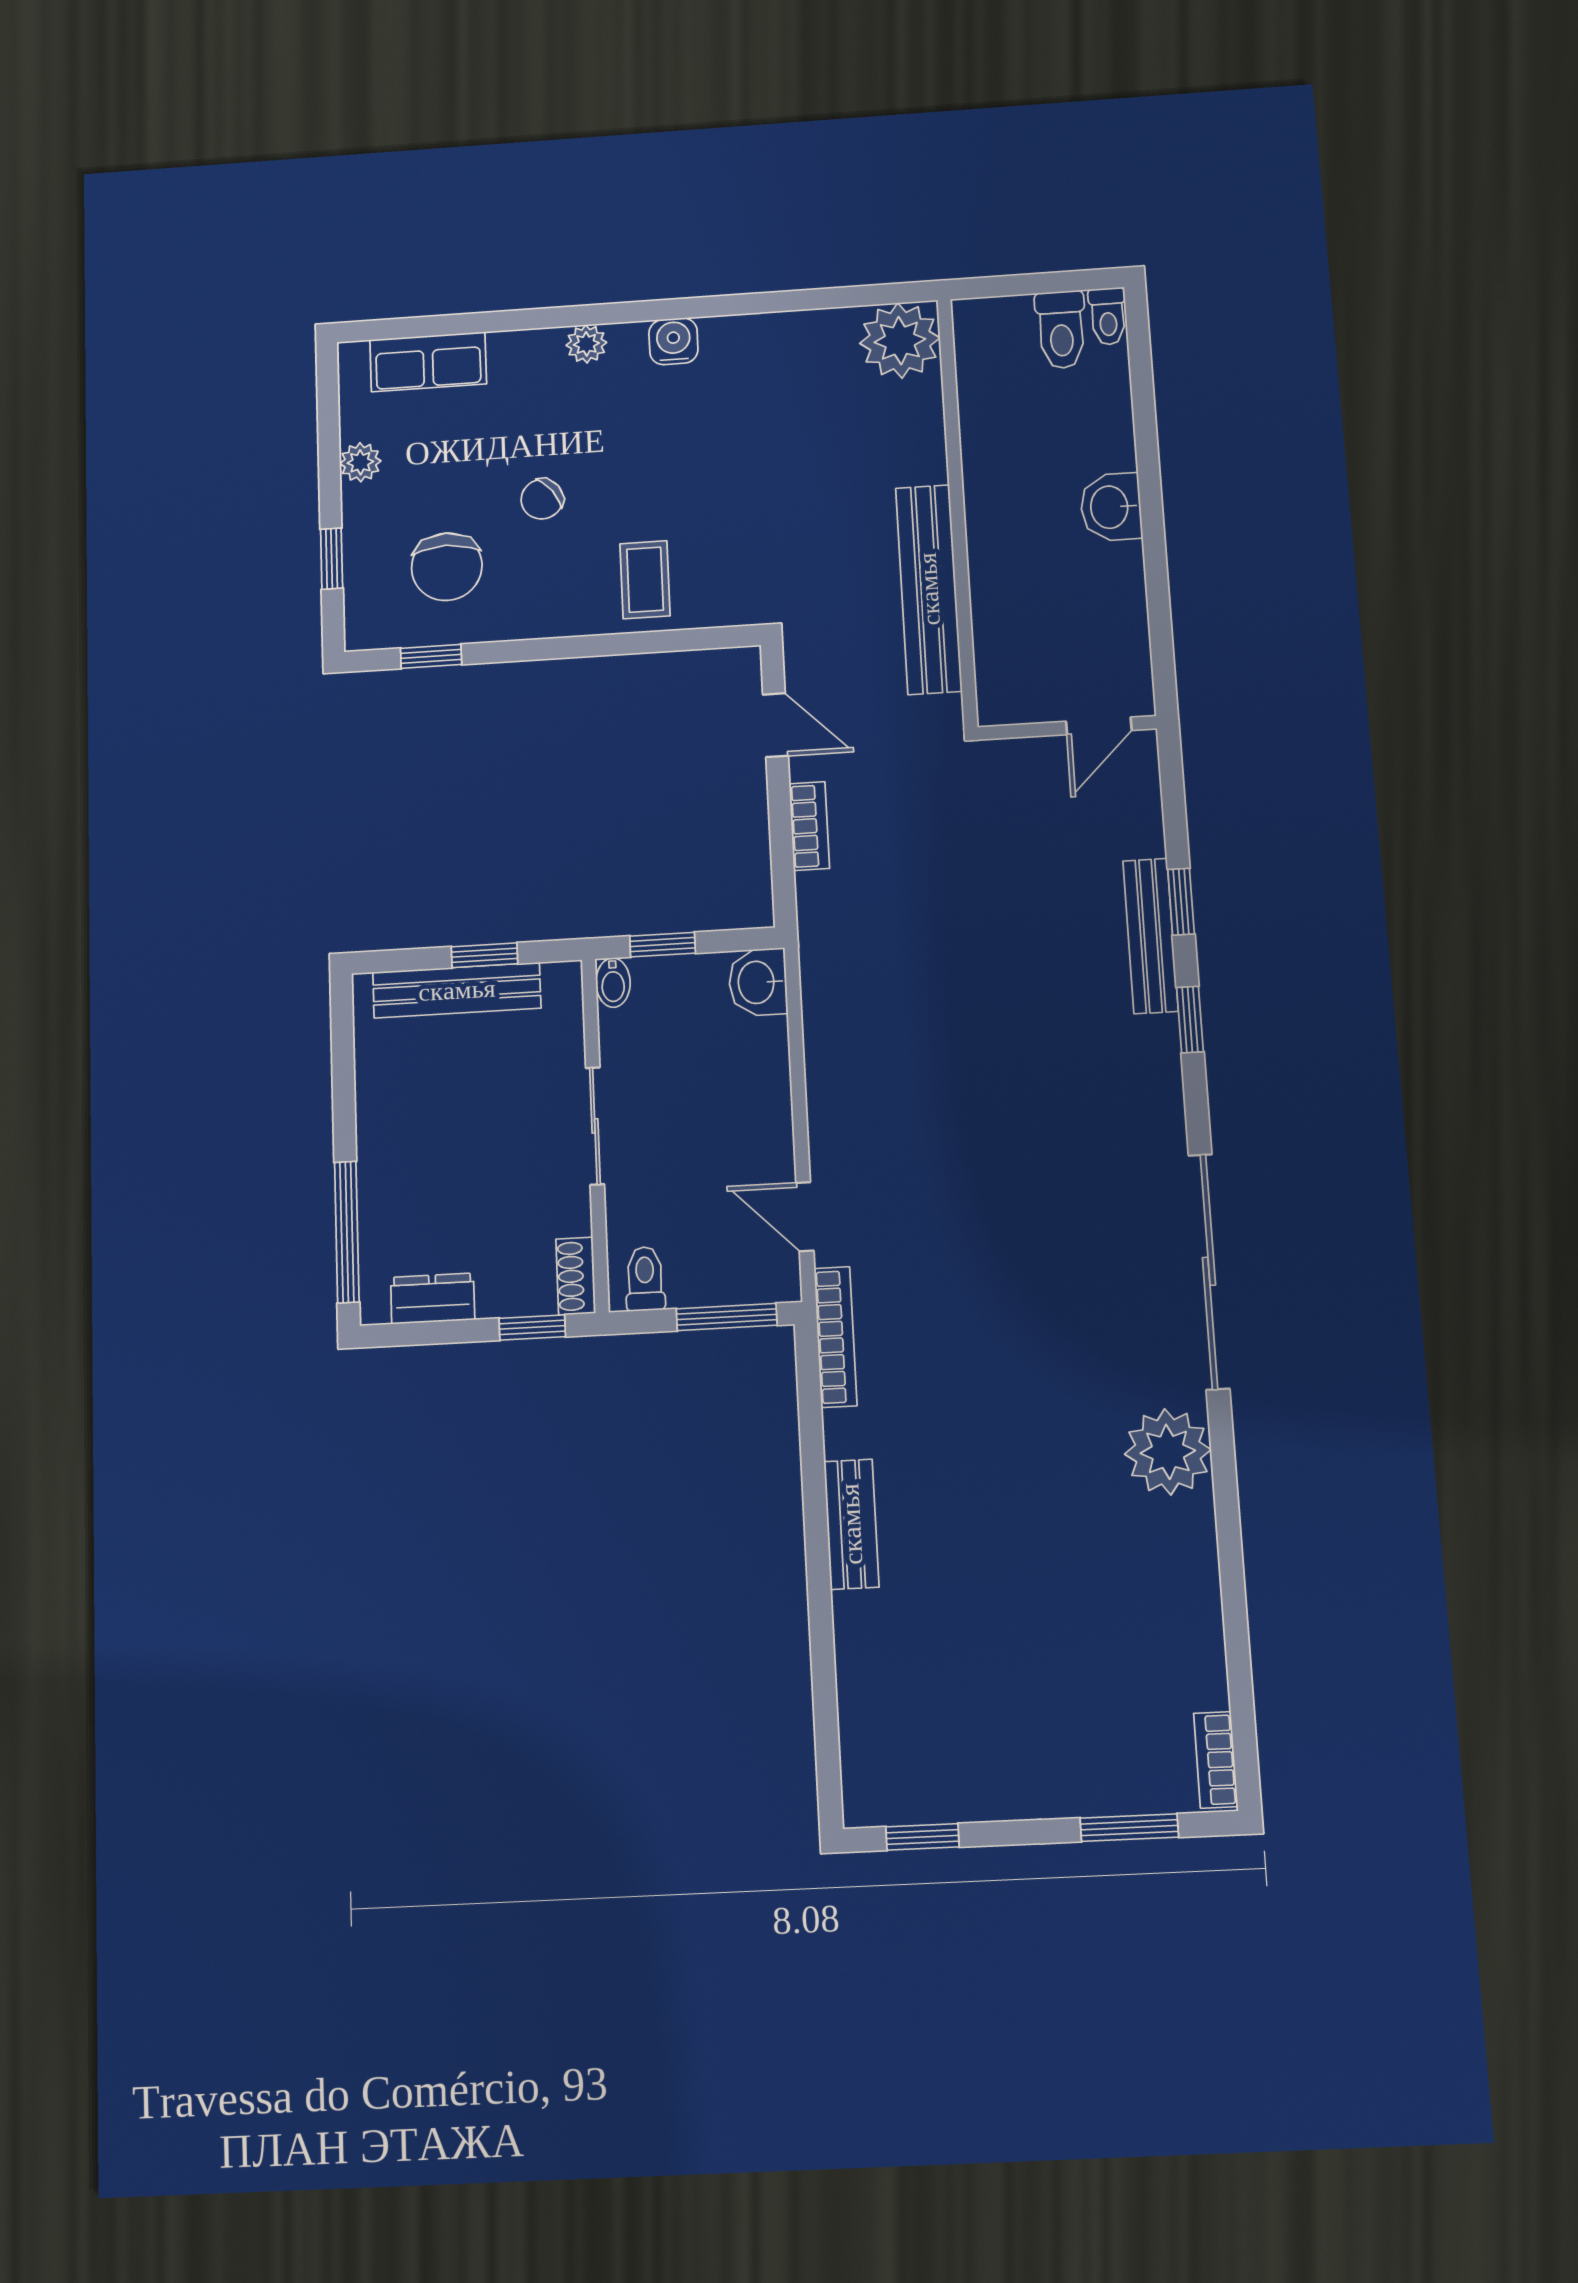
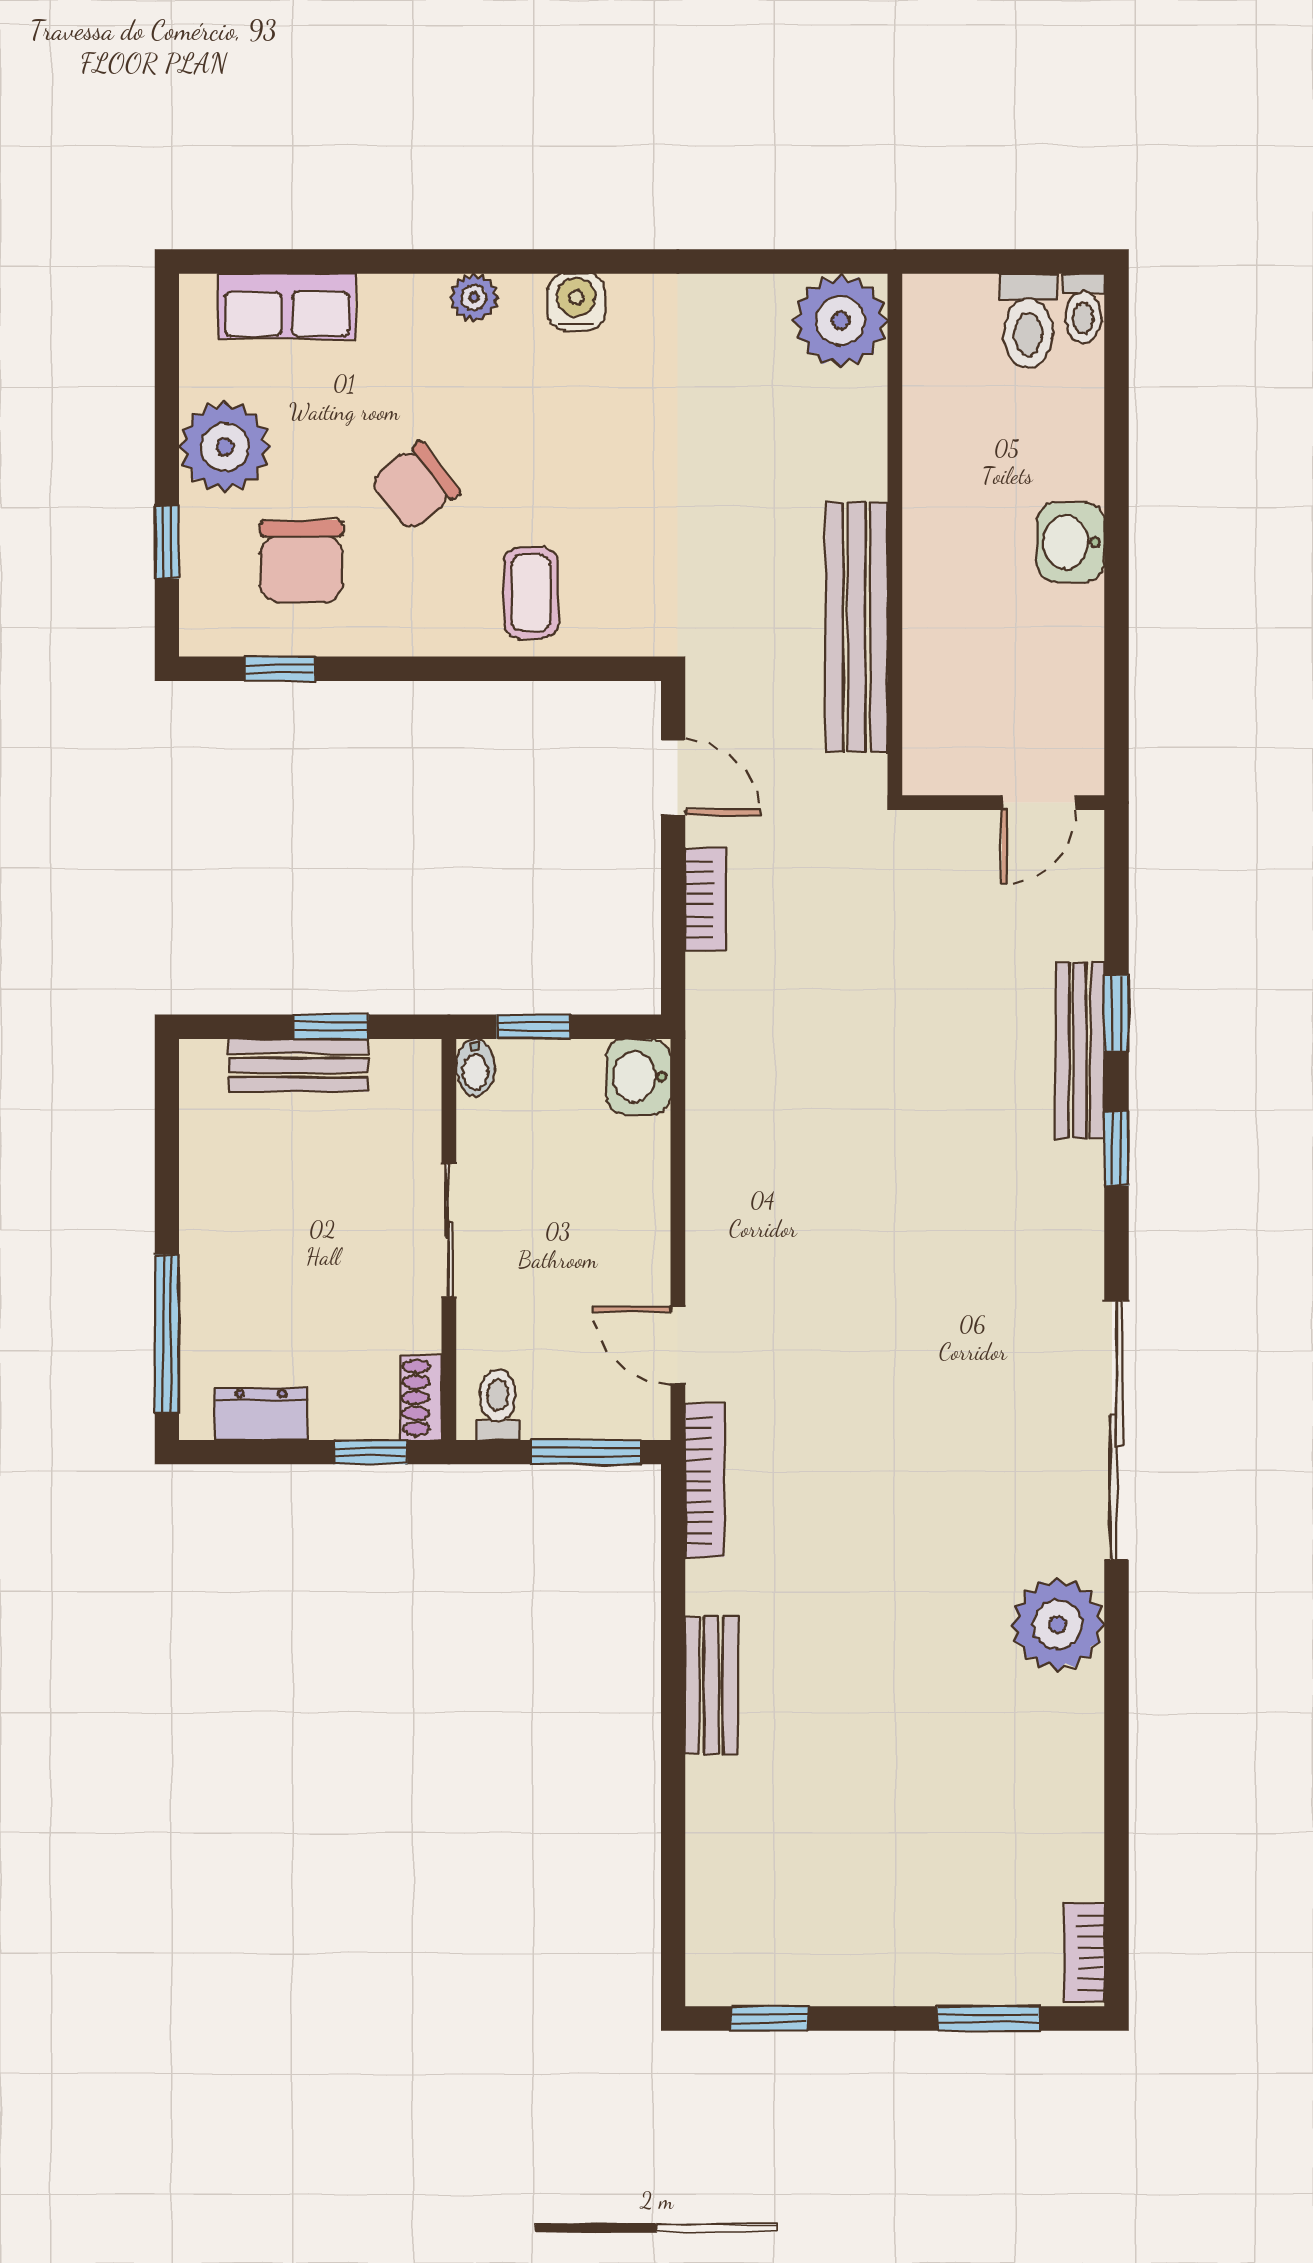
plant: (360, 462) -> (225, 447), width x1.88, depth x1.88
chair: (542, 499) -> (415, 486), width x1.37, depth x1.37
bench: (457, 990) -> (298, 1065), width x0.73

